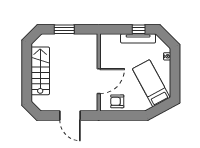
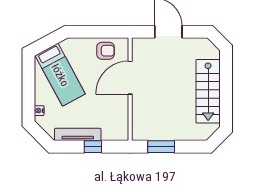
window: (64, 29) -> (161, 147), moved
window: (139, 29) -> (93, 147), moved

